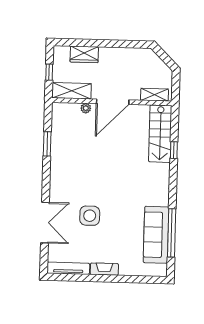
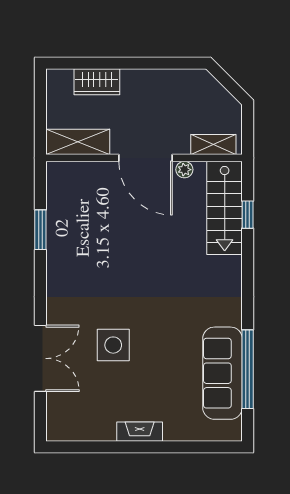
window: (49, 72) -> (40, 112), removed
door: (113, 102) -> (145, 158), hinge flipped
plant: (86, 108) -> (184, 170), moved
window: (174, 150) -> (248, 215), moved
tv unit: (68, 268) -> (80, 432), removed

